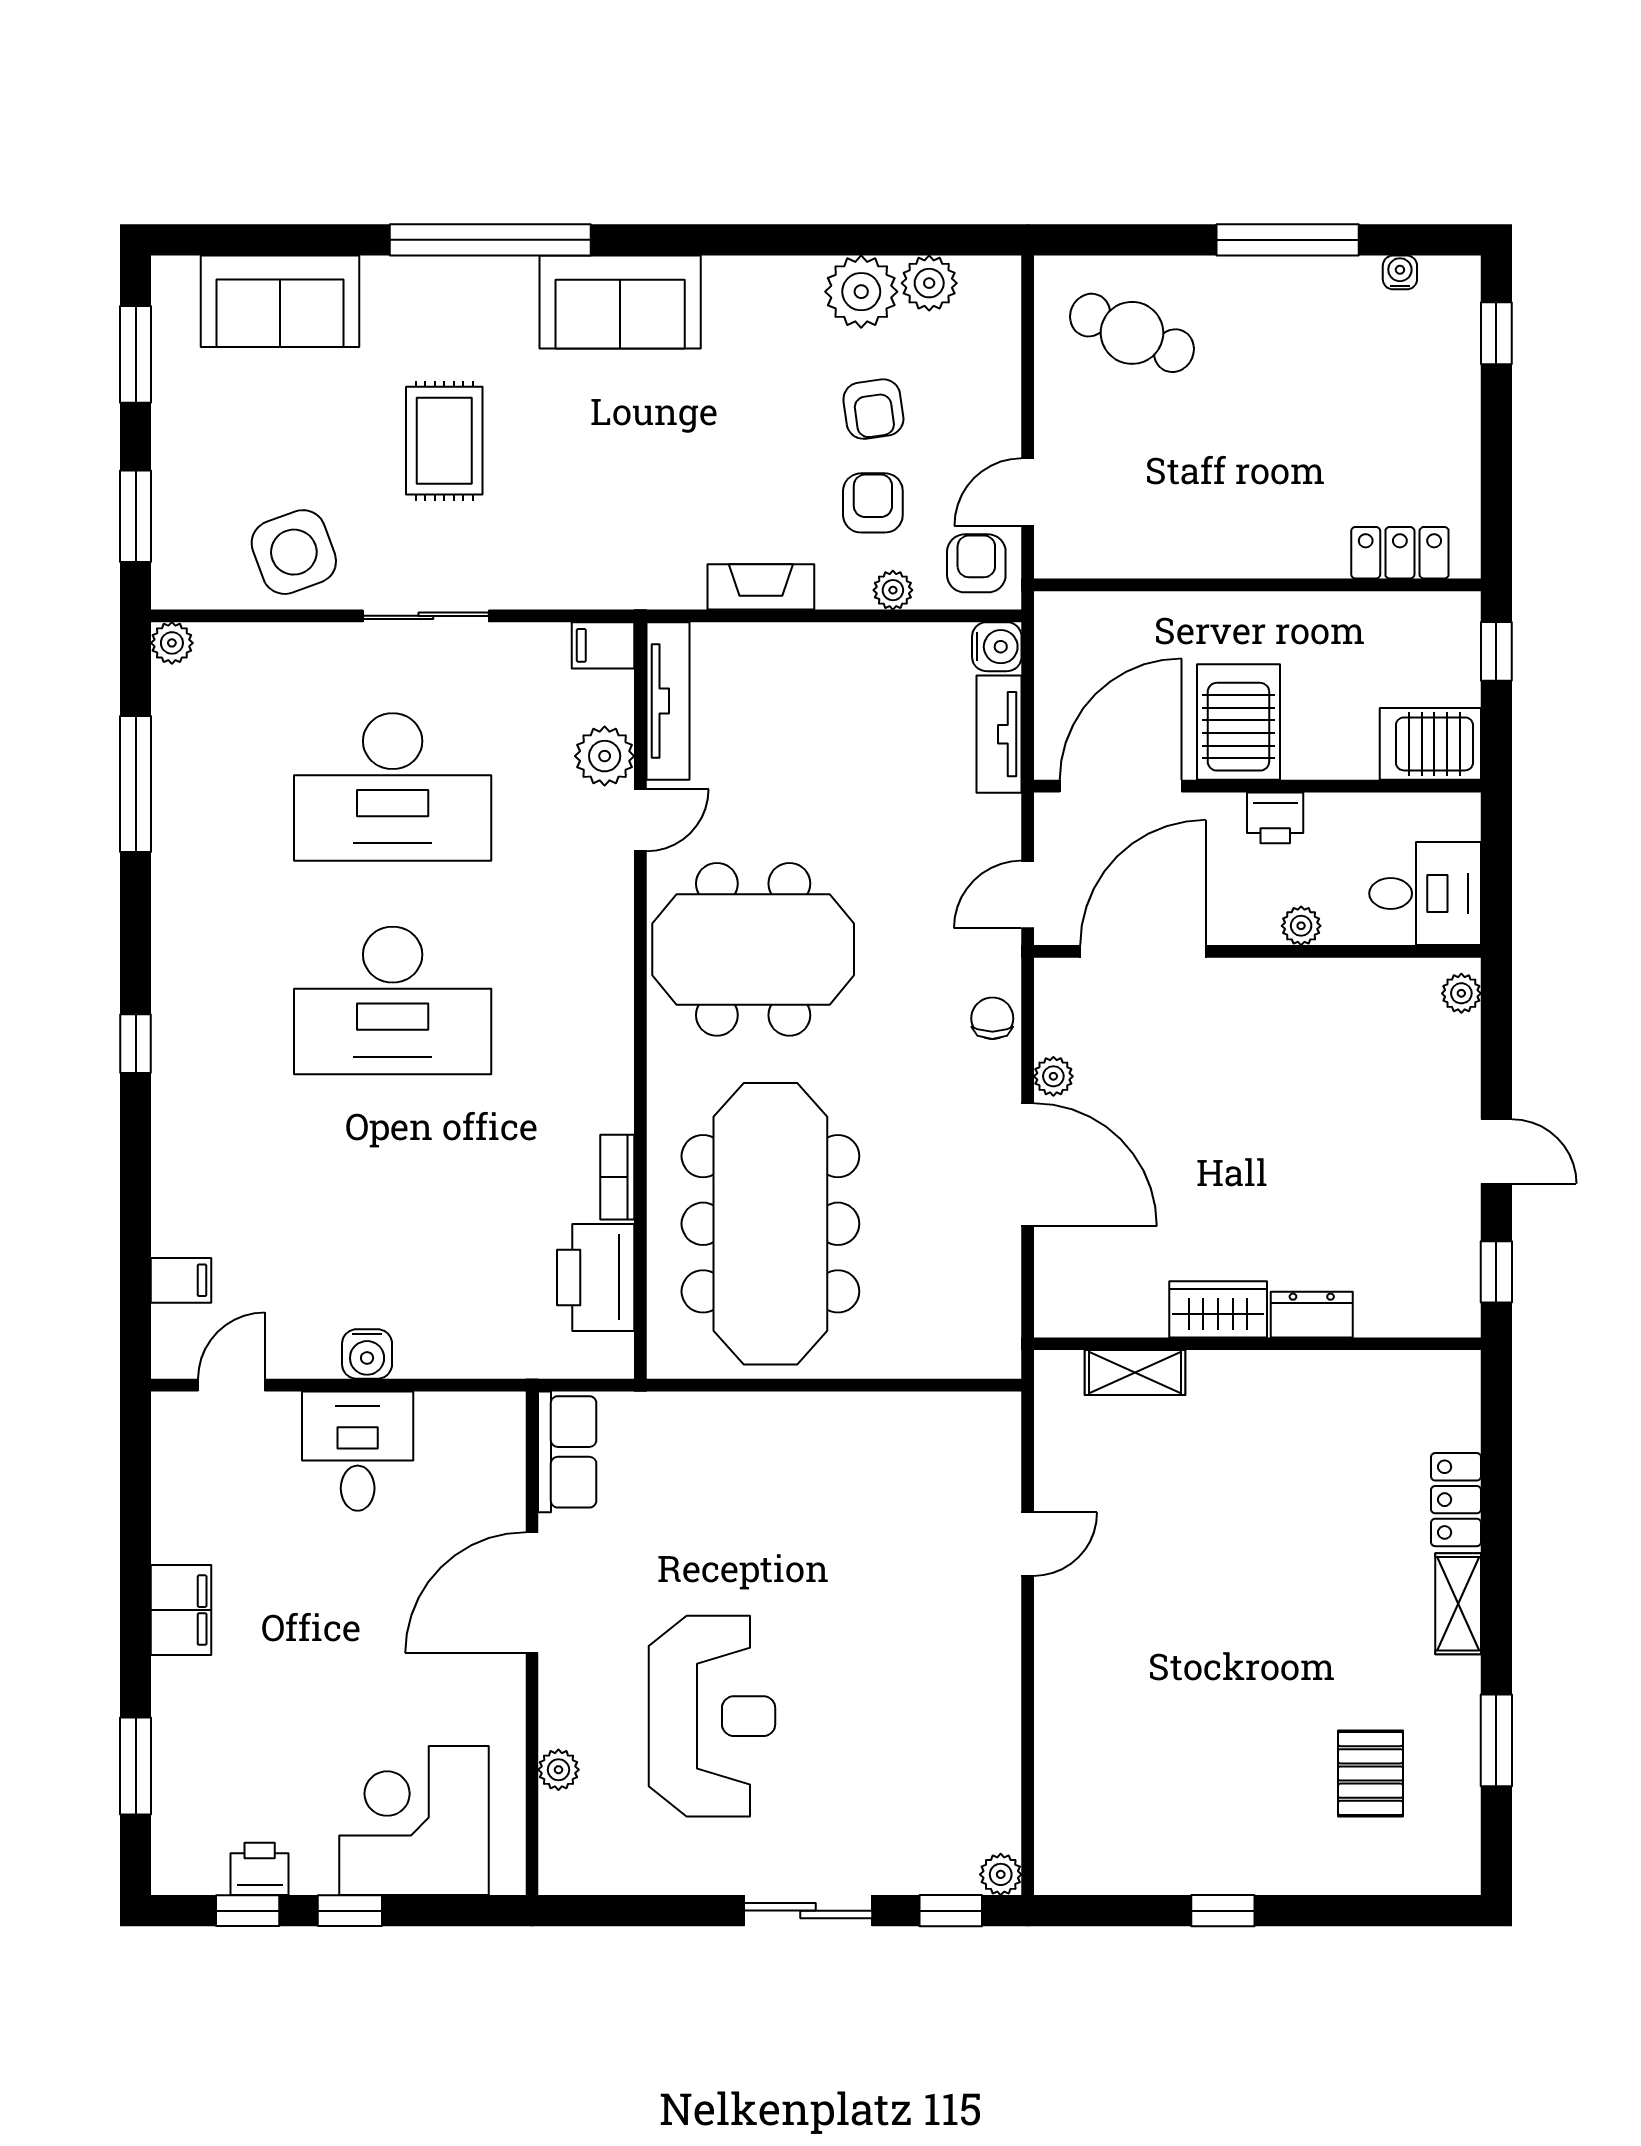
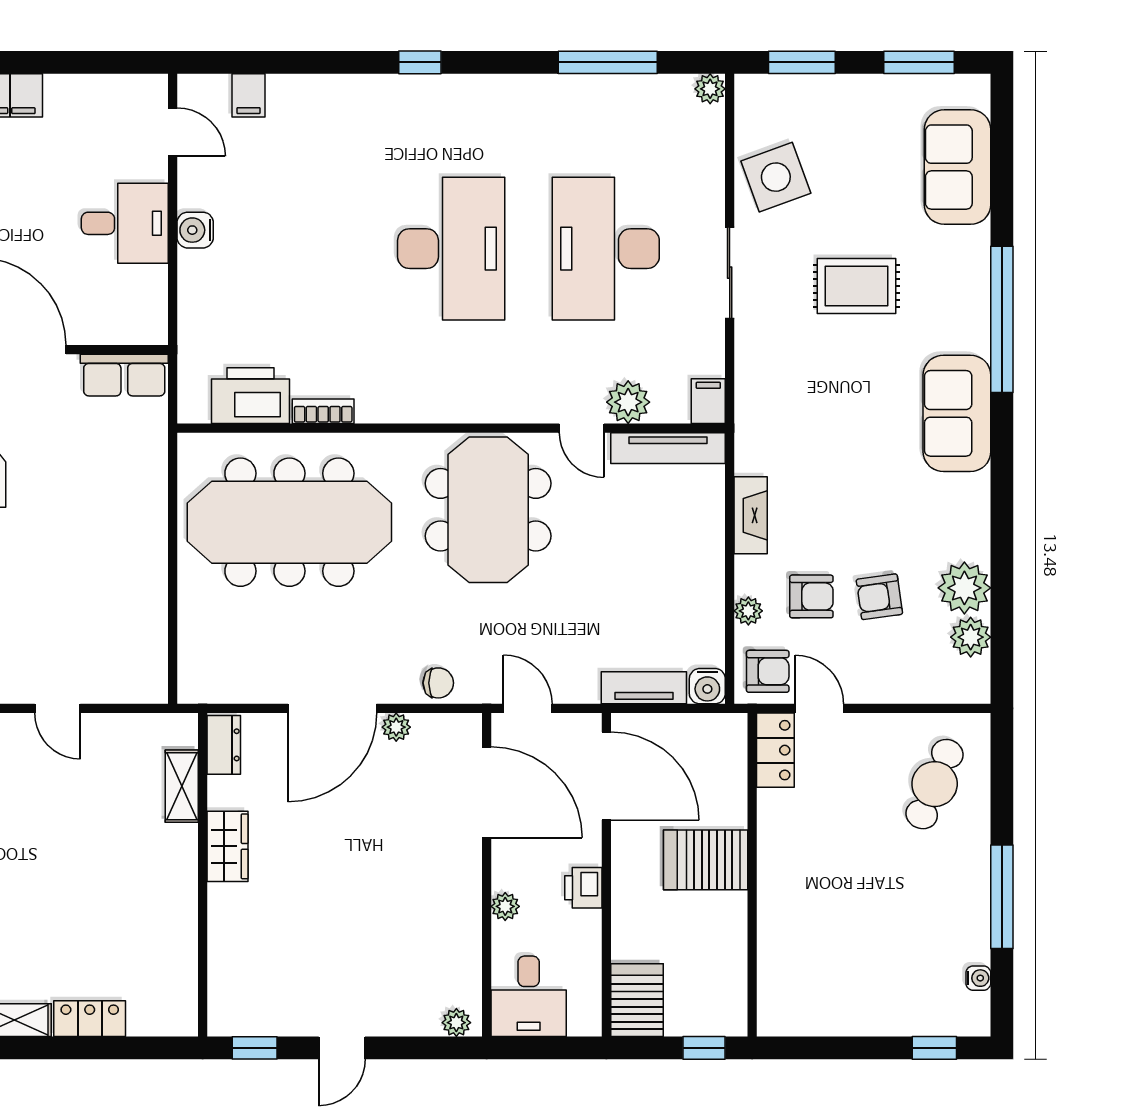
locker: (1400, 553) -> (775, 750), moved
server rack: (1238, 722) -> (706, 860), moved, turned 180
desk: (393, 1000) -> (451, 249), turned 180
dresser: (1312, 1315) -> (224, 745), moved

